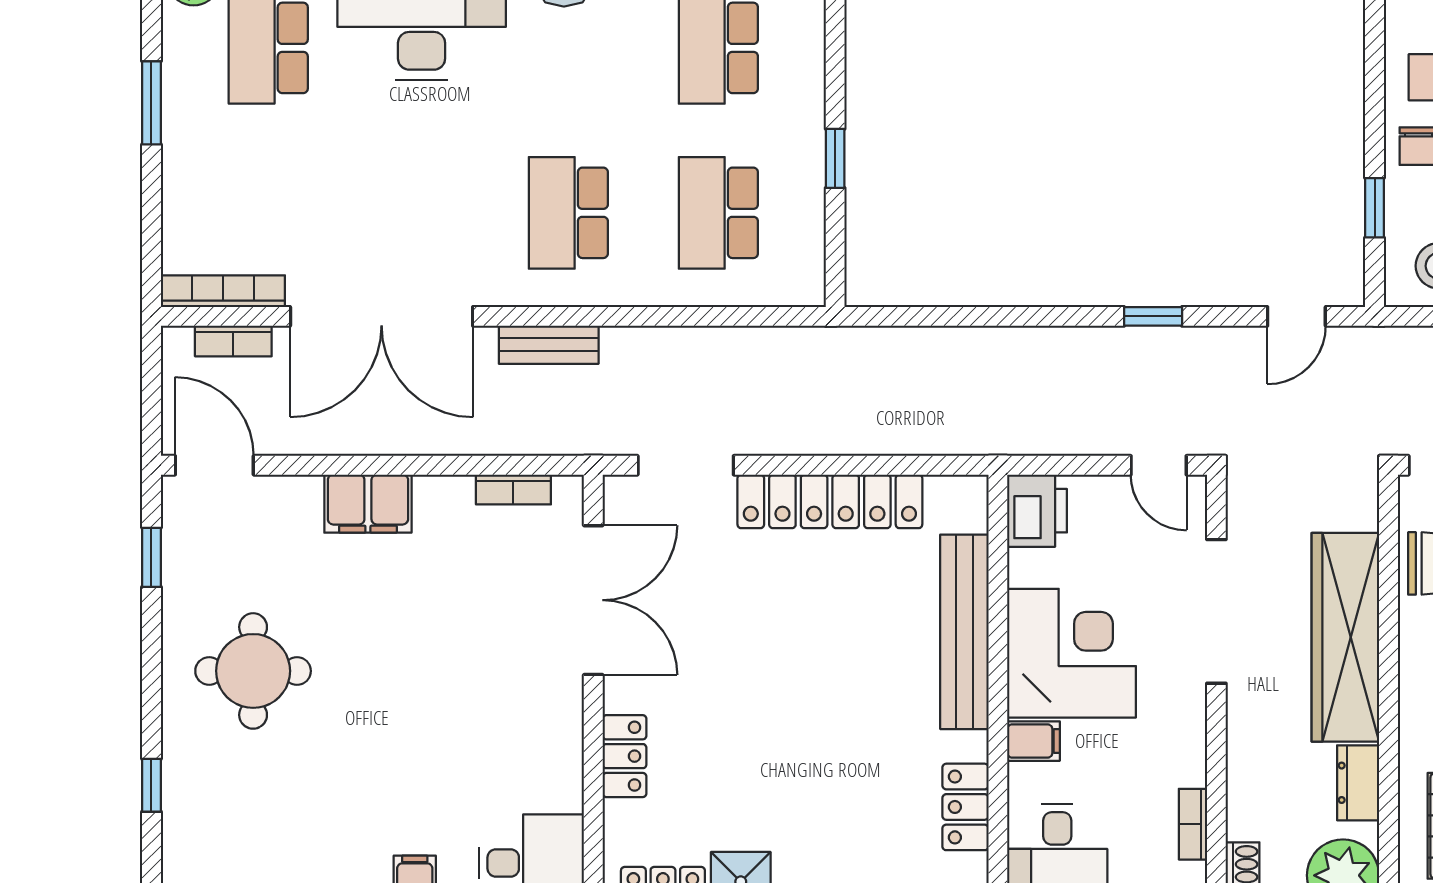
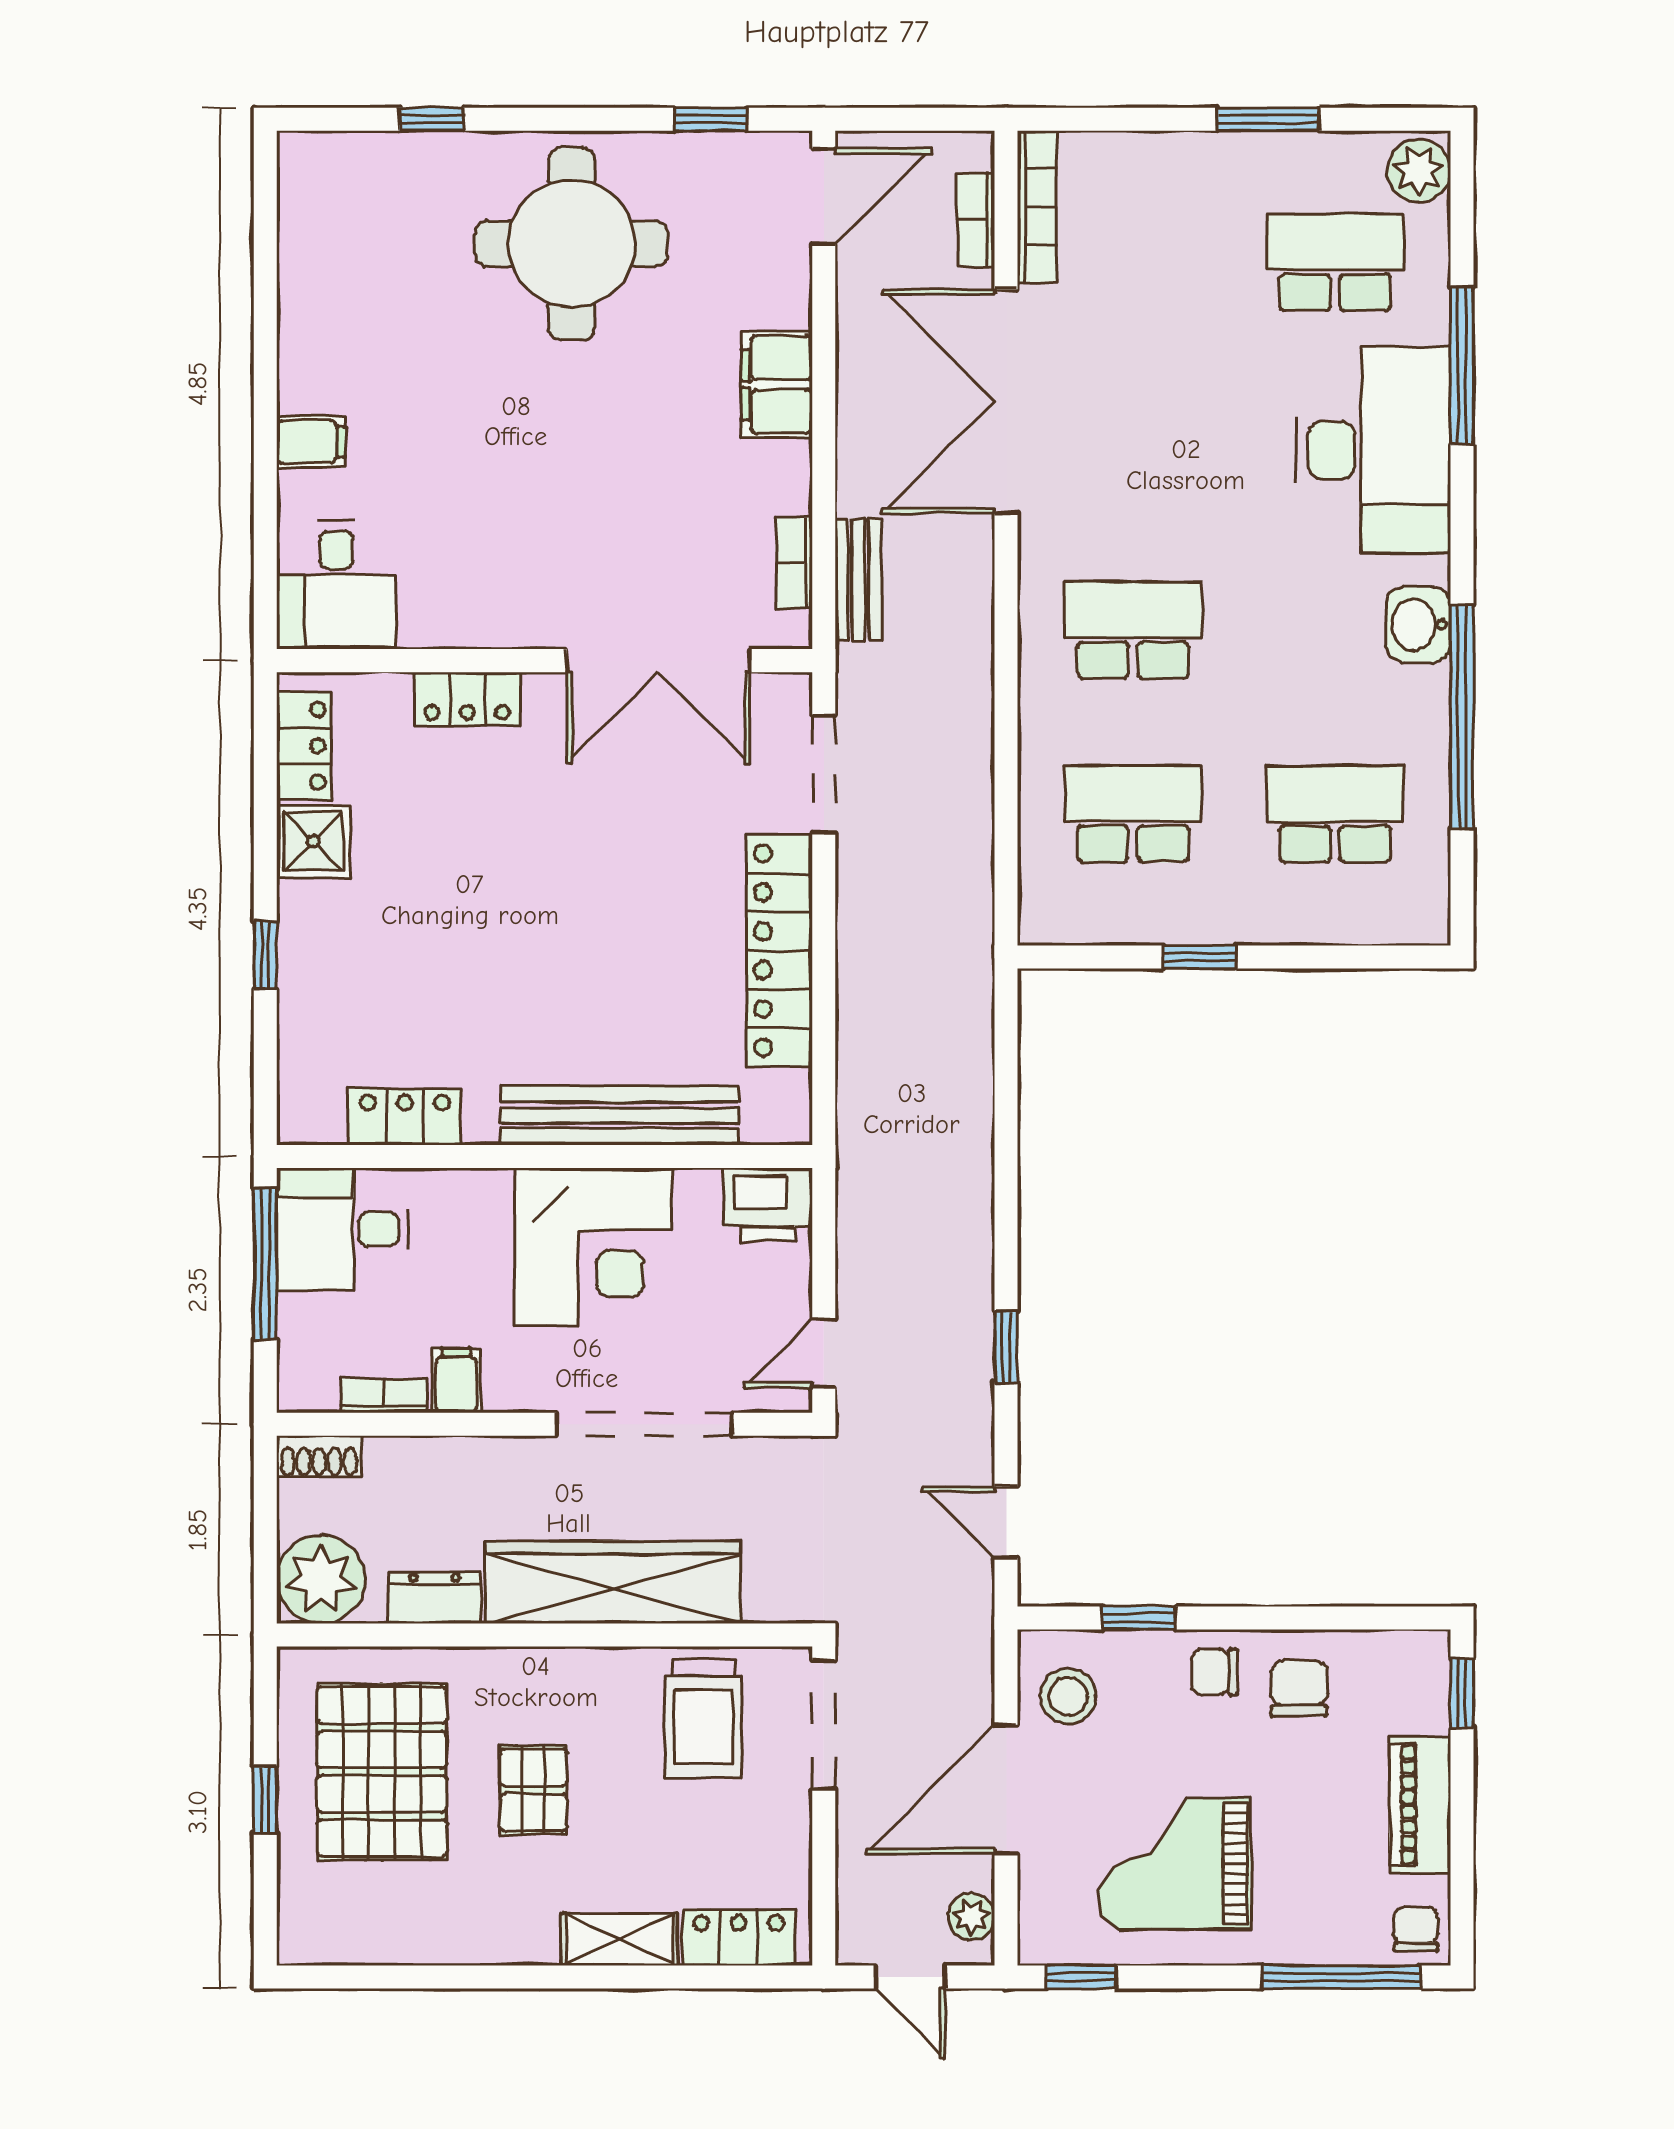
bench: (549, 345) -> (858, 580), moved
round table: (253, 671) -> (572, 244), width x1.36, depth x1.36
filing cabinet: (1033, 741) -> (456, 1381), moved, turned 180

